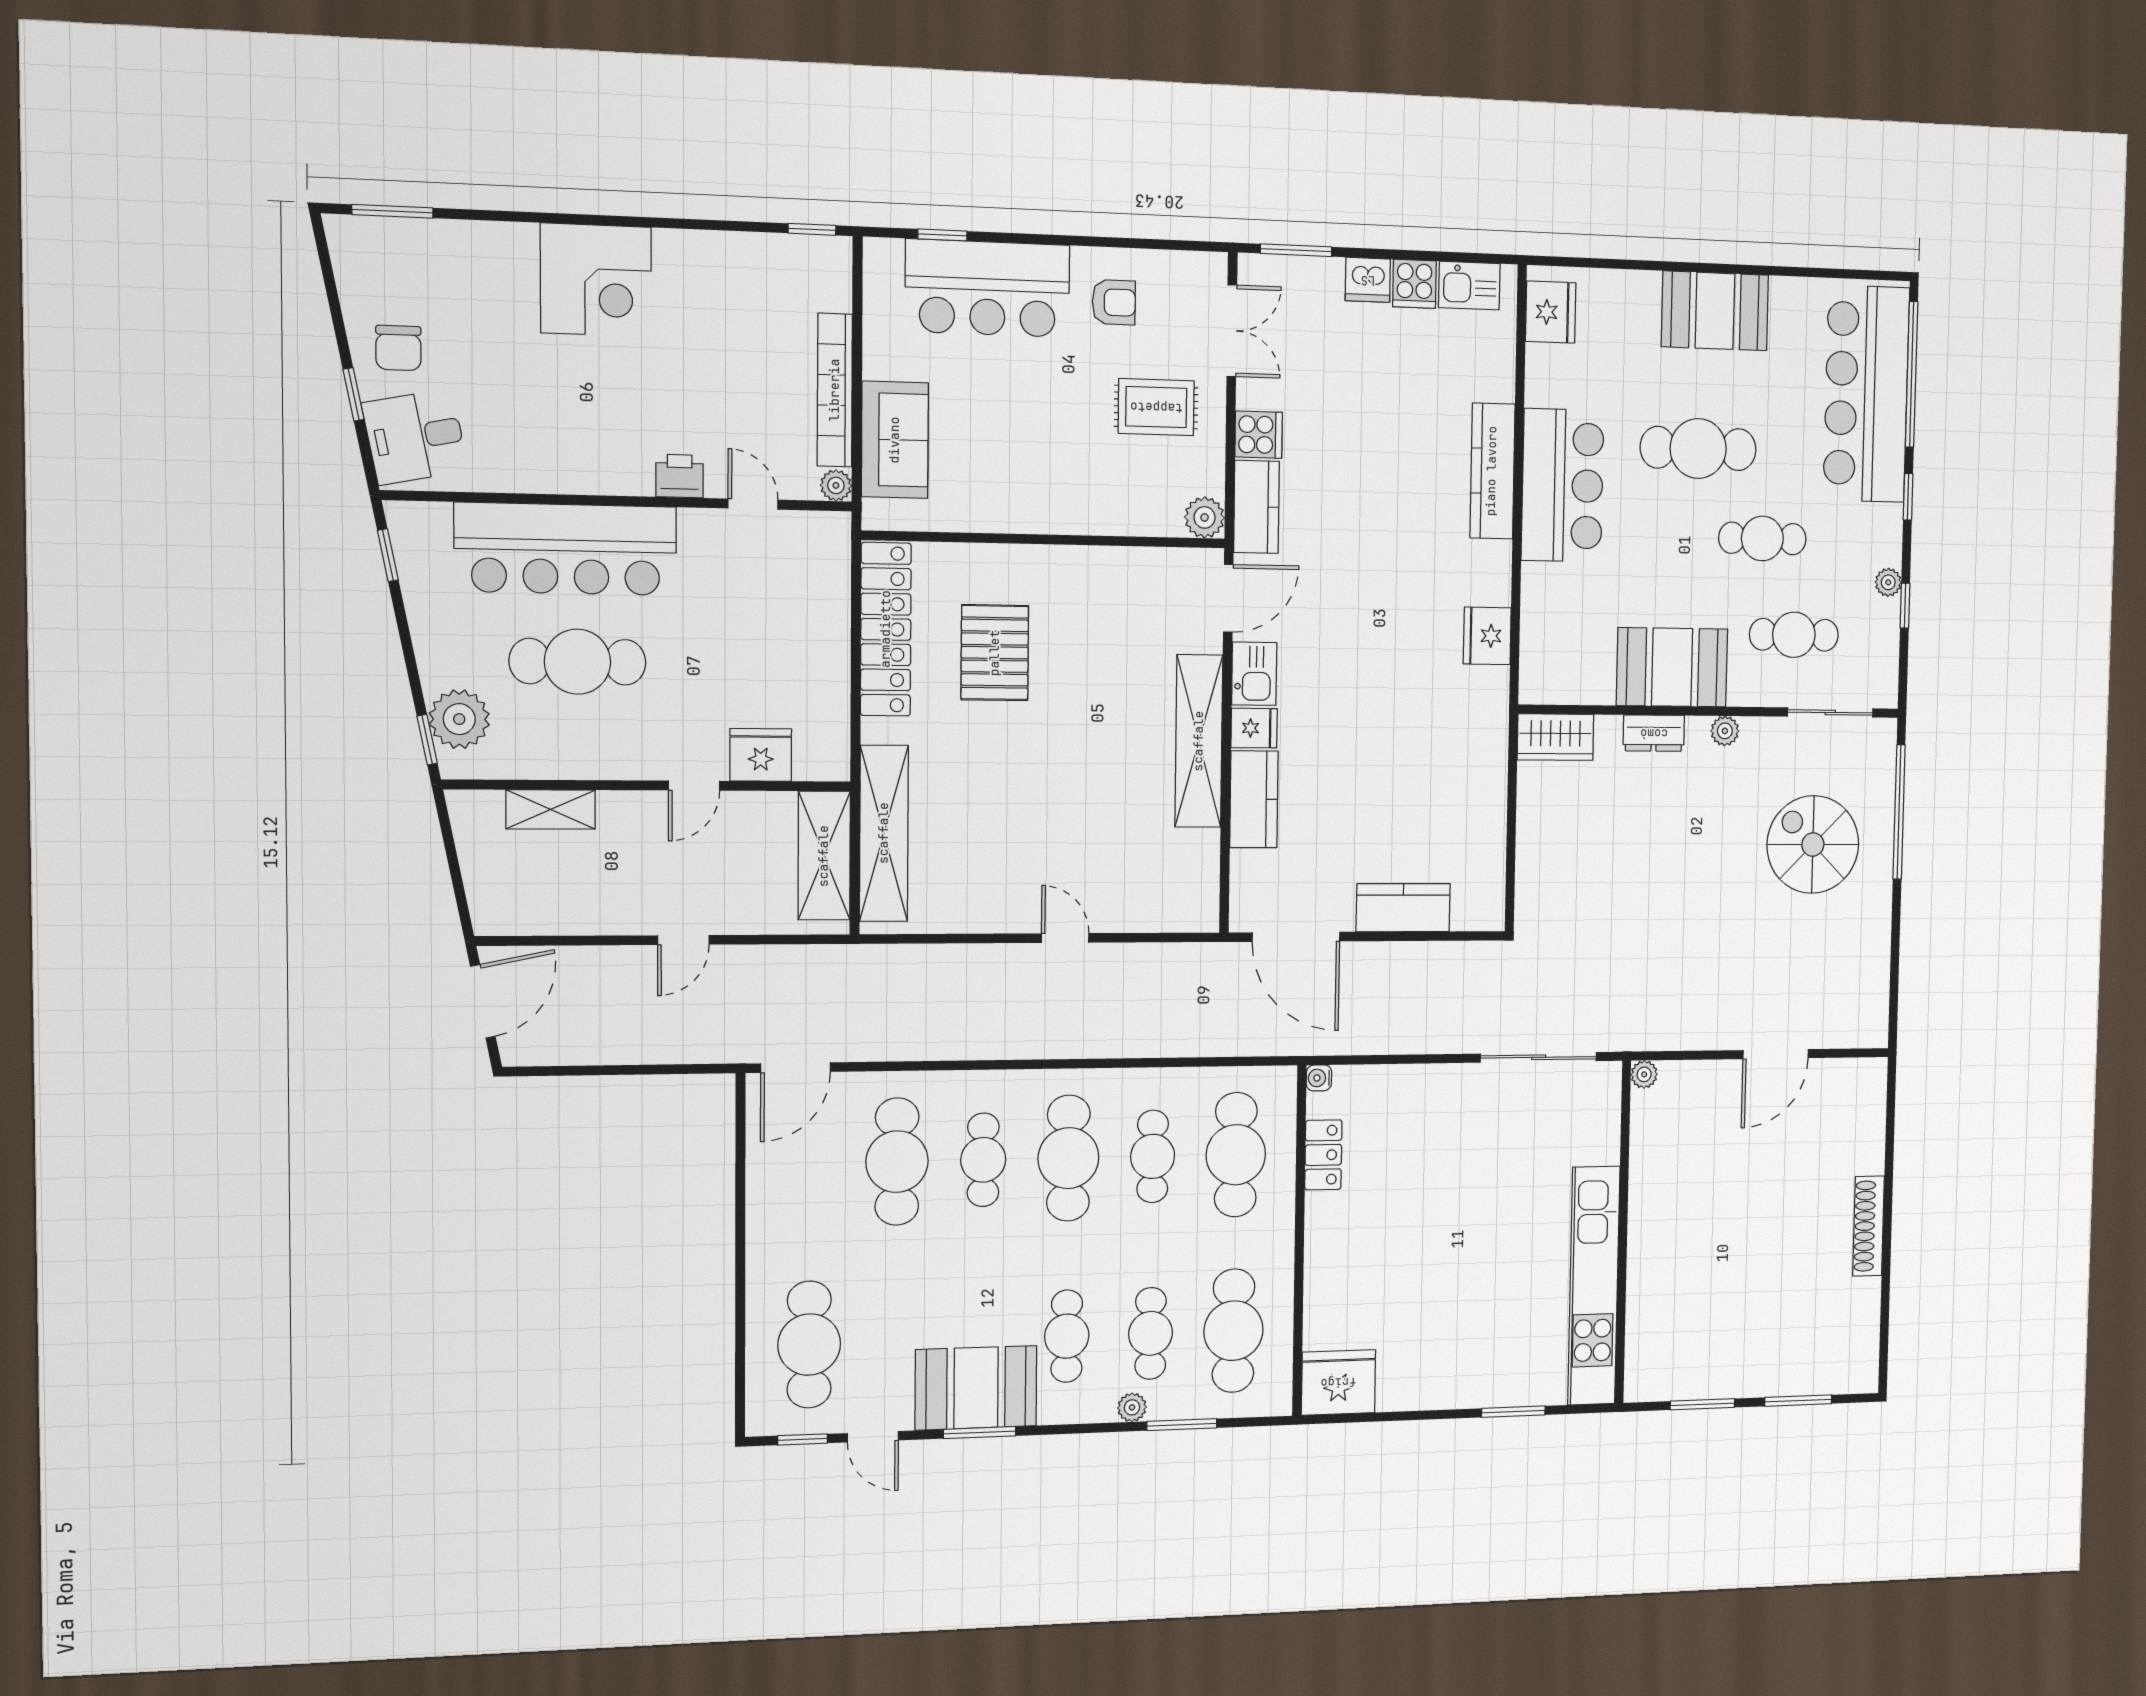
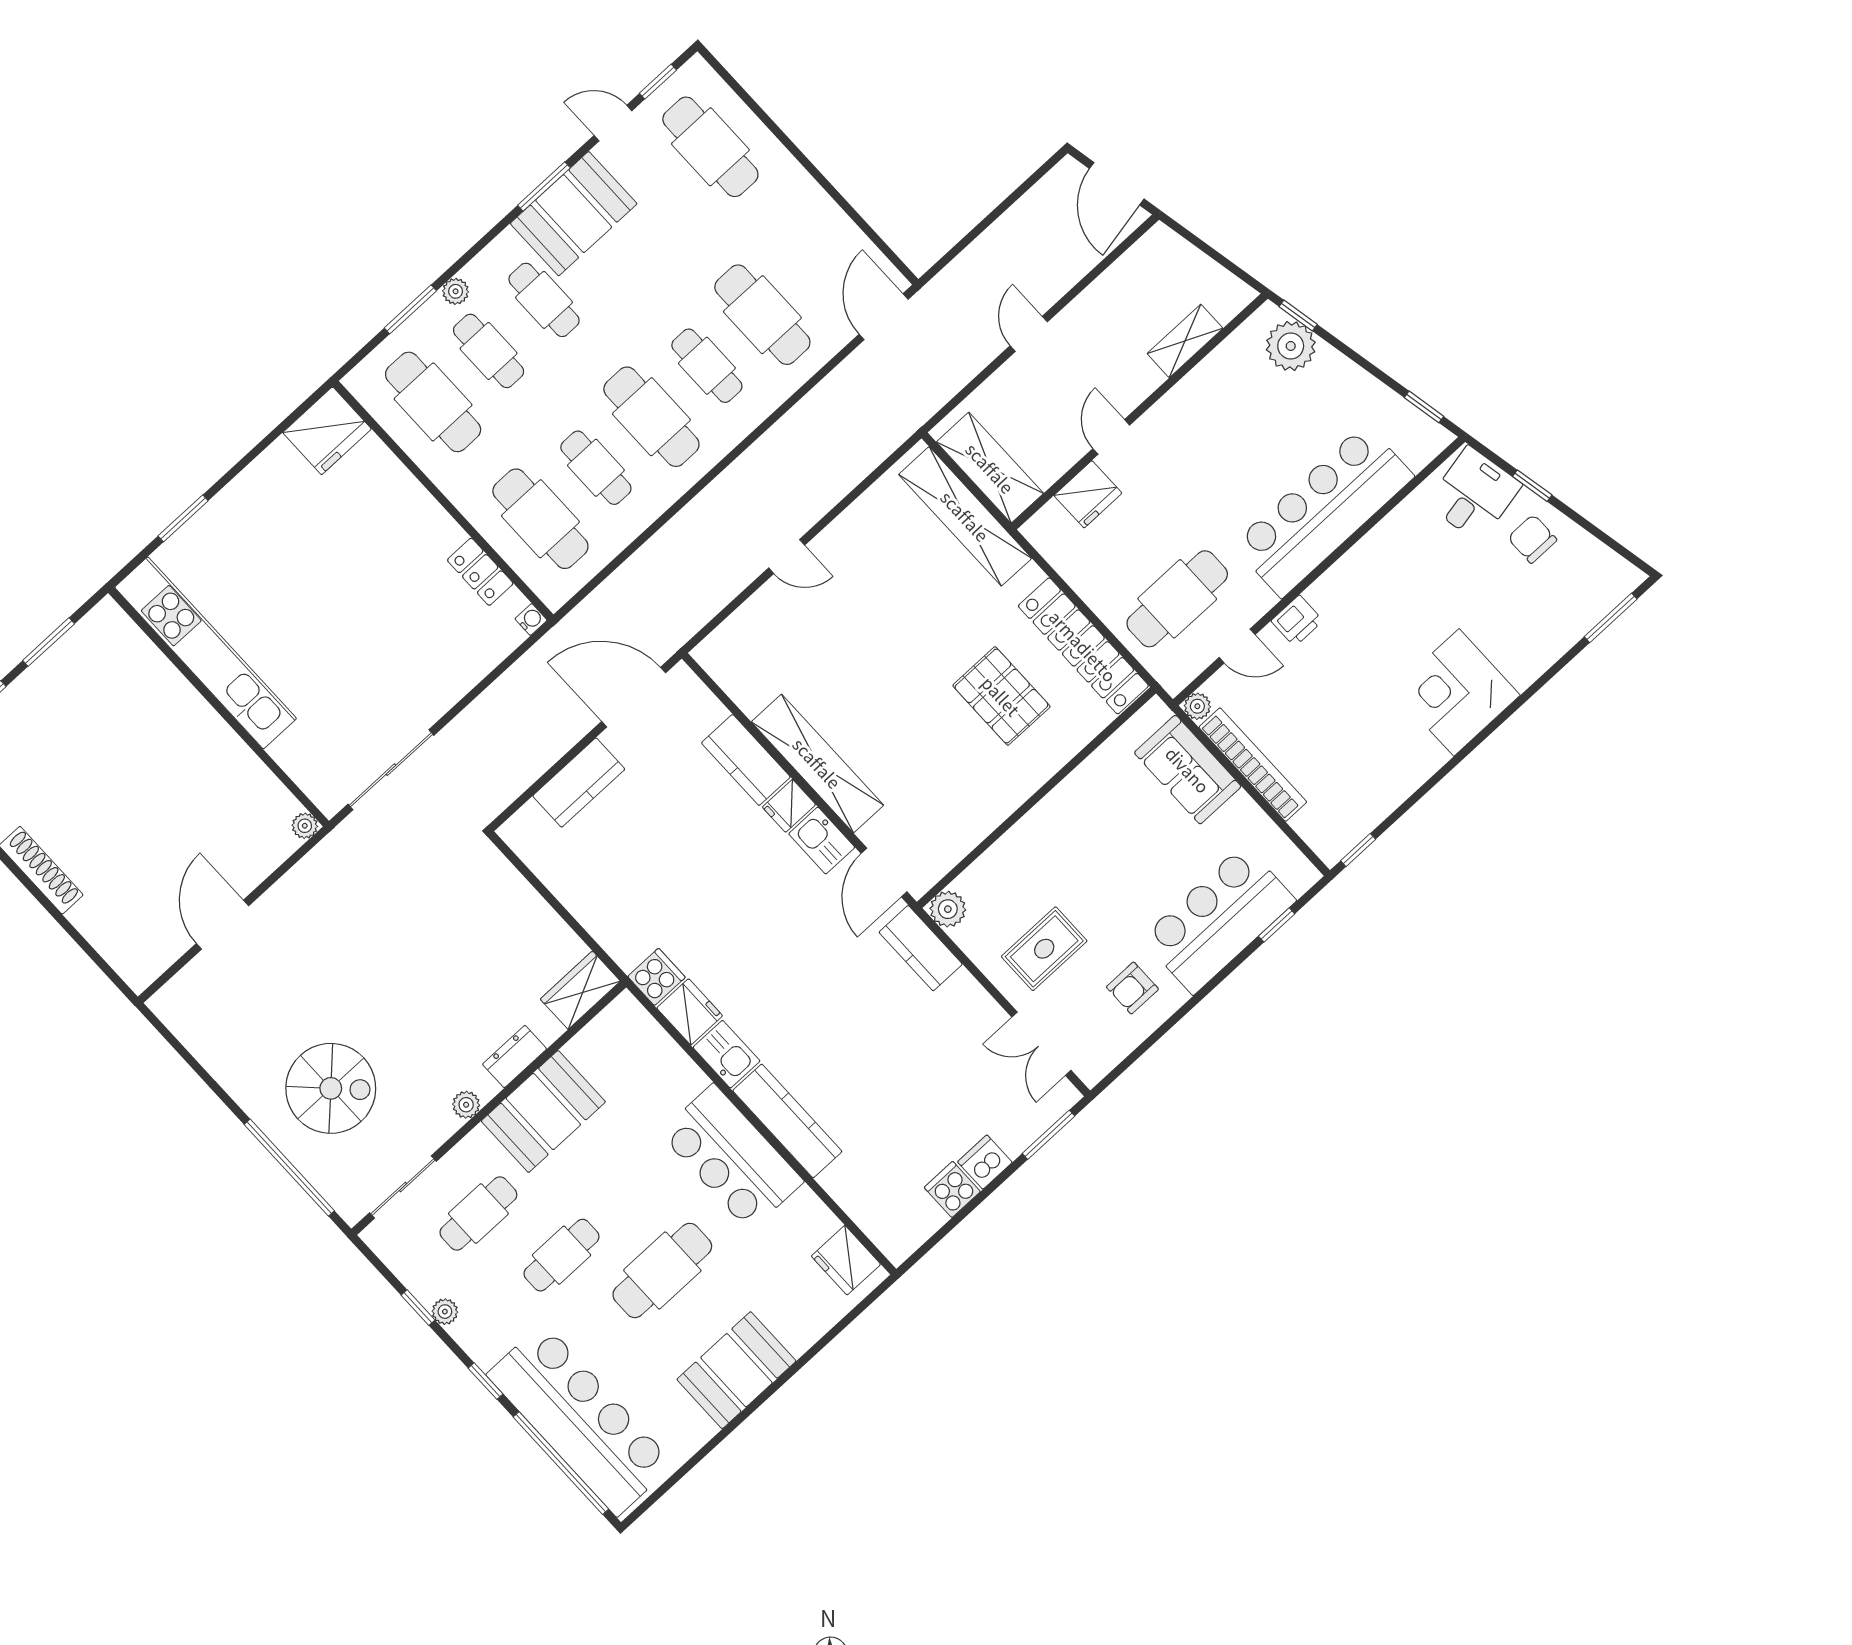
kitchen sink: (1469, 286) -> (726, 1054), moved, turned 90
cooker: (1259, 435) -> (657, 977), moved, turned 180
cafe table: (578, 662) -> (1177, 599), moved

